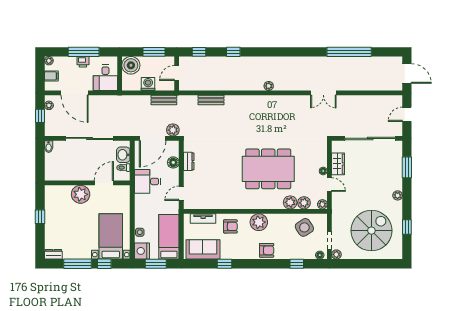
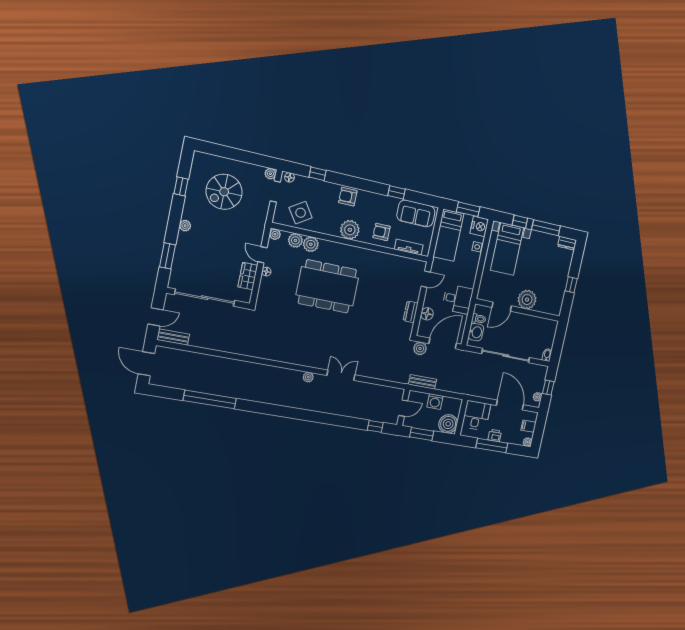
window: (233, 52) -> (339, 421), removed
double door: (323, 93) -> (341, 375), moved
bench: (211, 100) -> (173, 337), moved
spiral stairs: (371, 231) -> (224, 192), width x0.73, depth x0.73

